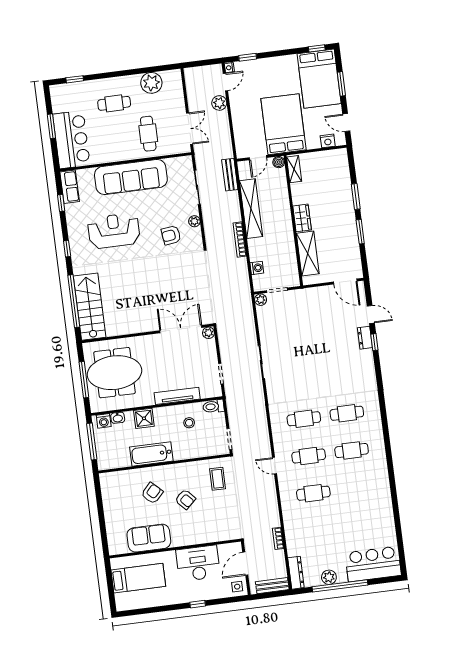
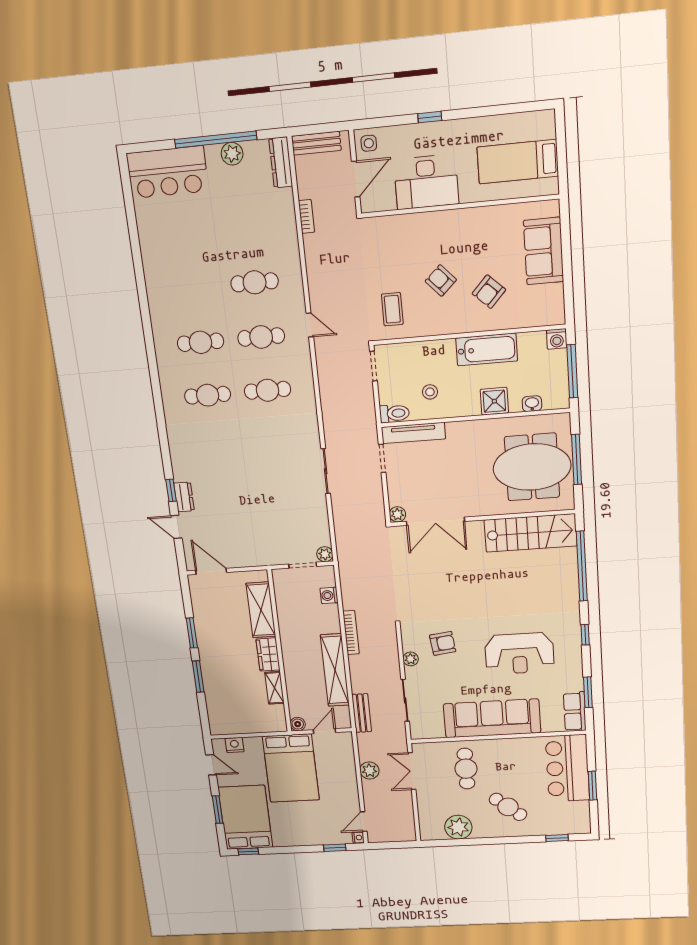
cafe table: (114, 103) -> (508, 807), turned 39
plant: (219, 103) -> (369, 770), moved
shelving: (294, 169) -> (274, 688), moved
window: (61, 203) -> (588, 692), width x1.50
stairs: (90, 307) -> (531, 533), moved, turned -90
tv unit: (177, 396) -> (413, 433), moved
washing machine: (104, 421) -> (557, 339), moved, turned 180
sofa: (149, 538) -> (544, 251), moved, turned 90

